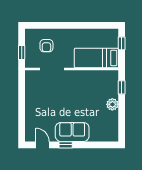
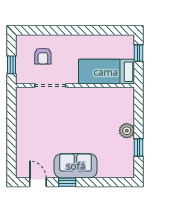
window: (122, 87) -> (138, 148), moved

